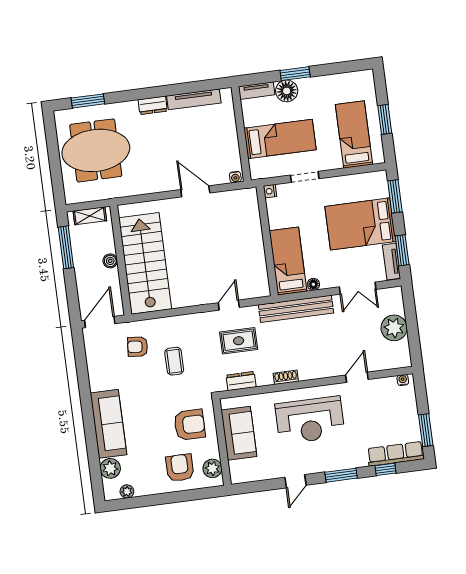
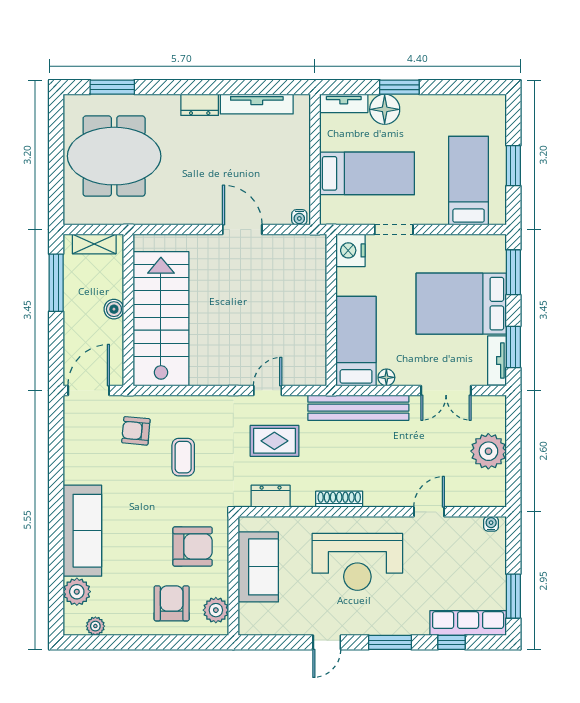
nightstand: (270, 191) -> (351, 250), width x1.89, depth x1.79
shoe rack: (286, 377) -> (339, 499), width x1.43

